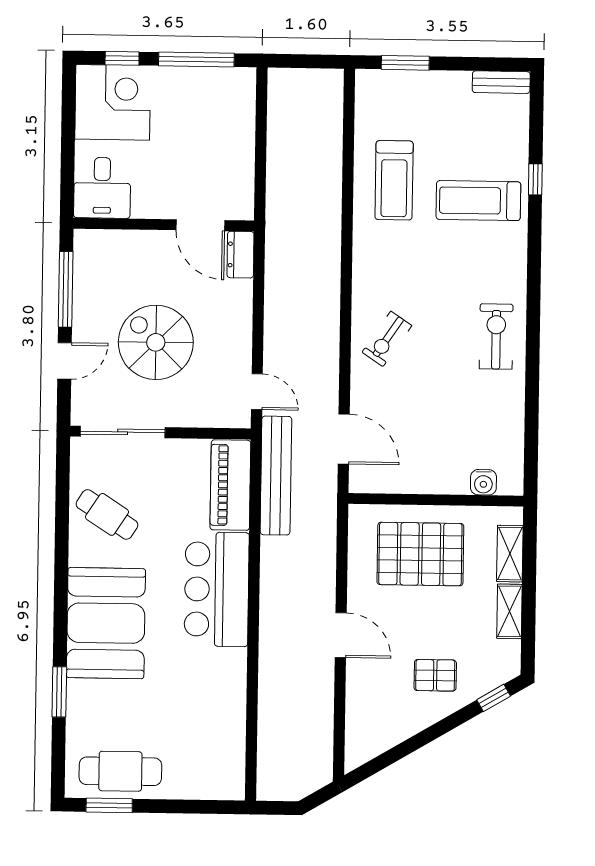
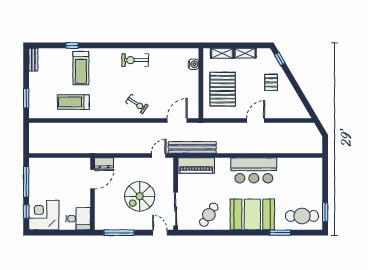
treadmill: (394, 180) -> (73, 102), turned 180
door: (64, 361) -> (160, 233), moved
bar counter: (217, 589) -> (254, 170), moved
cafe table: (120, 771) -> (302, 216), moved, turned 90

